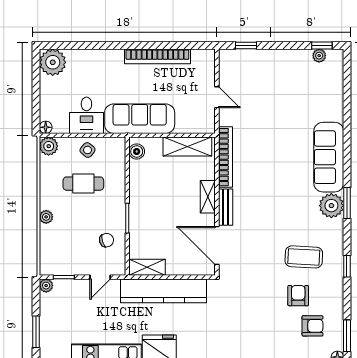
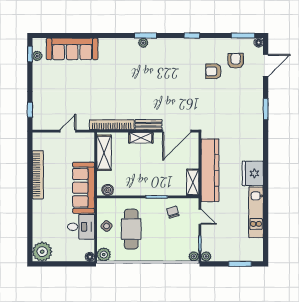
sofa: (329, 157) -> (72, 49), moved
cafe table: (83, 184) -> (131, 229), width x1.37, depth x1.35
plant: (331, 206) -> (143, 43), width x0.53, depth x0.53
plant: (46, 217) -> (194, 256), moved
coffee table: (304, 257) -> (185, 67), removed

